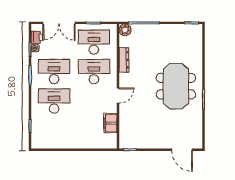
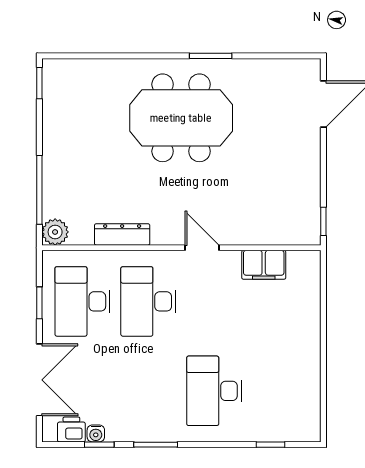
desk: (54, 72) -> (148, 391), removed

